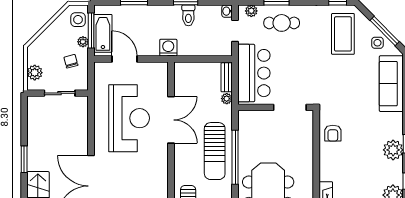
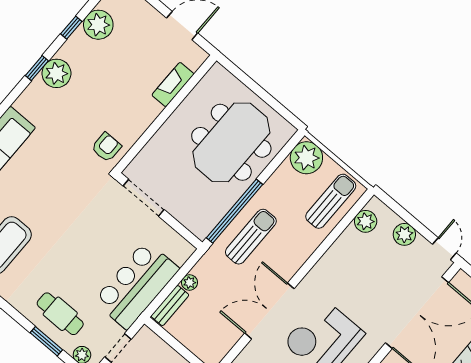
wall: (276, 107) -> (159, 211), moved
doorway: (290, 107) -> (144, 198), moved
sun lounger: (215, 151) -> (251, 237), width x0.73, depth x0.75

